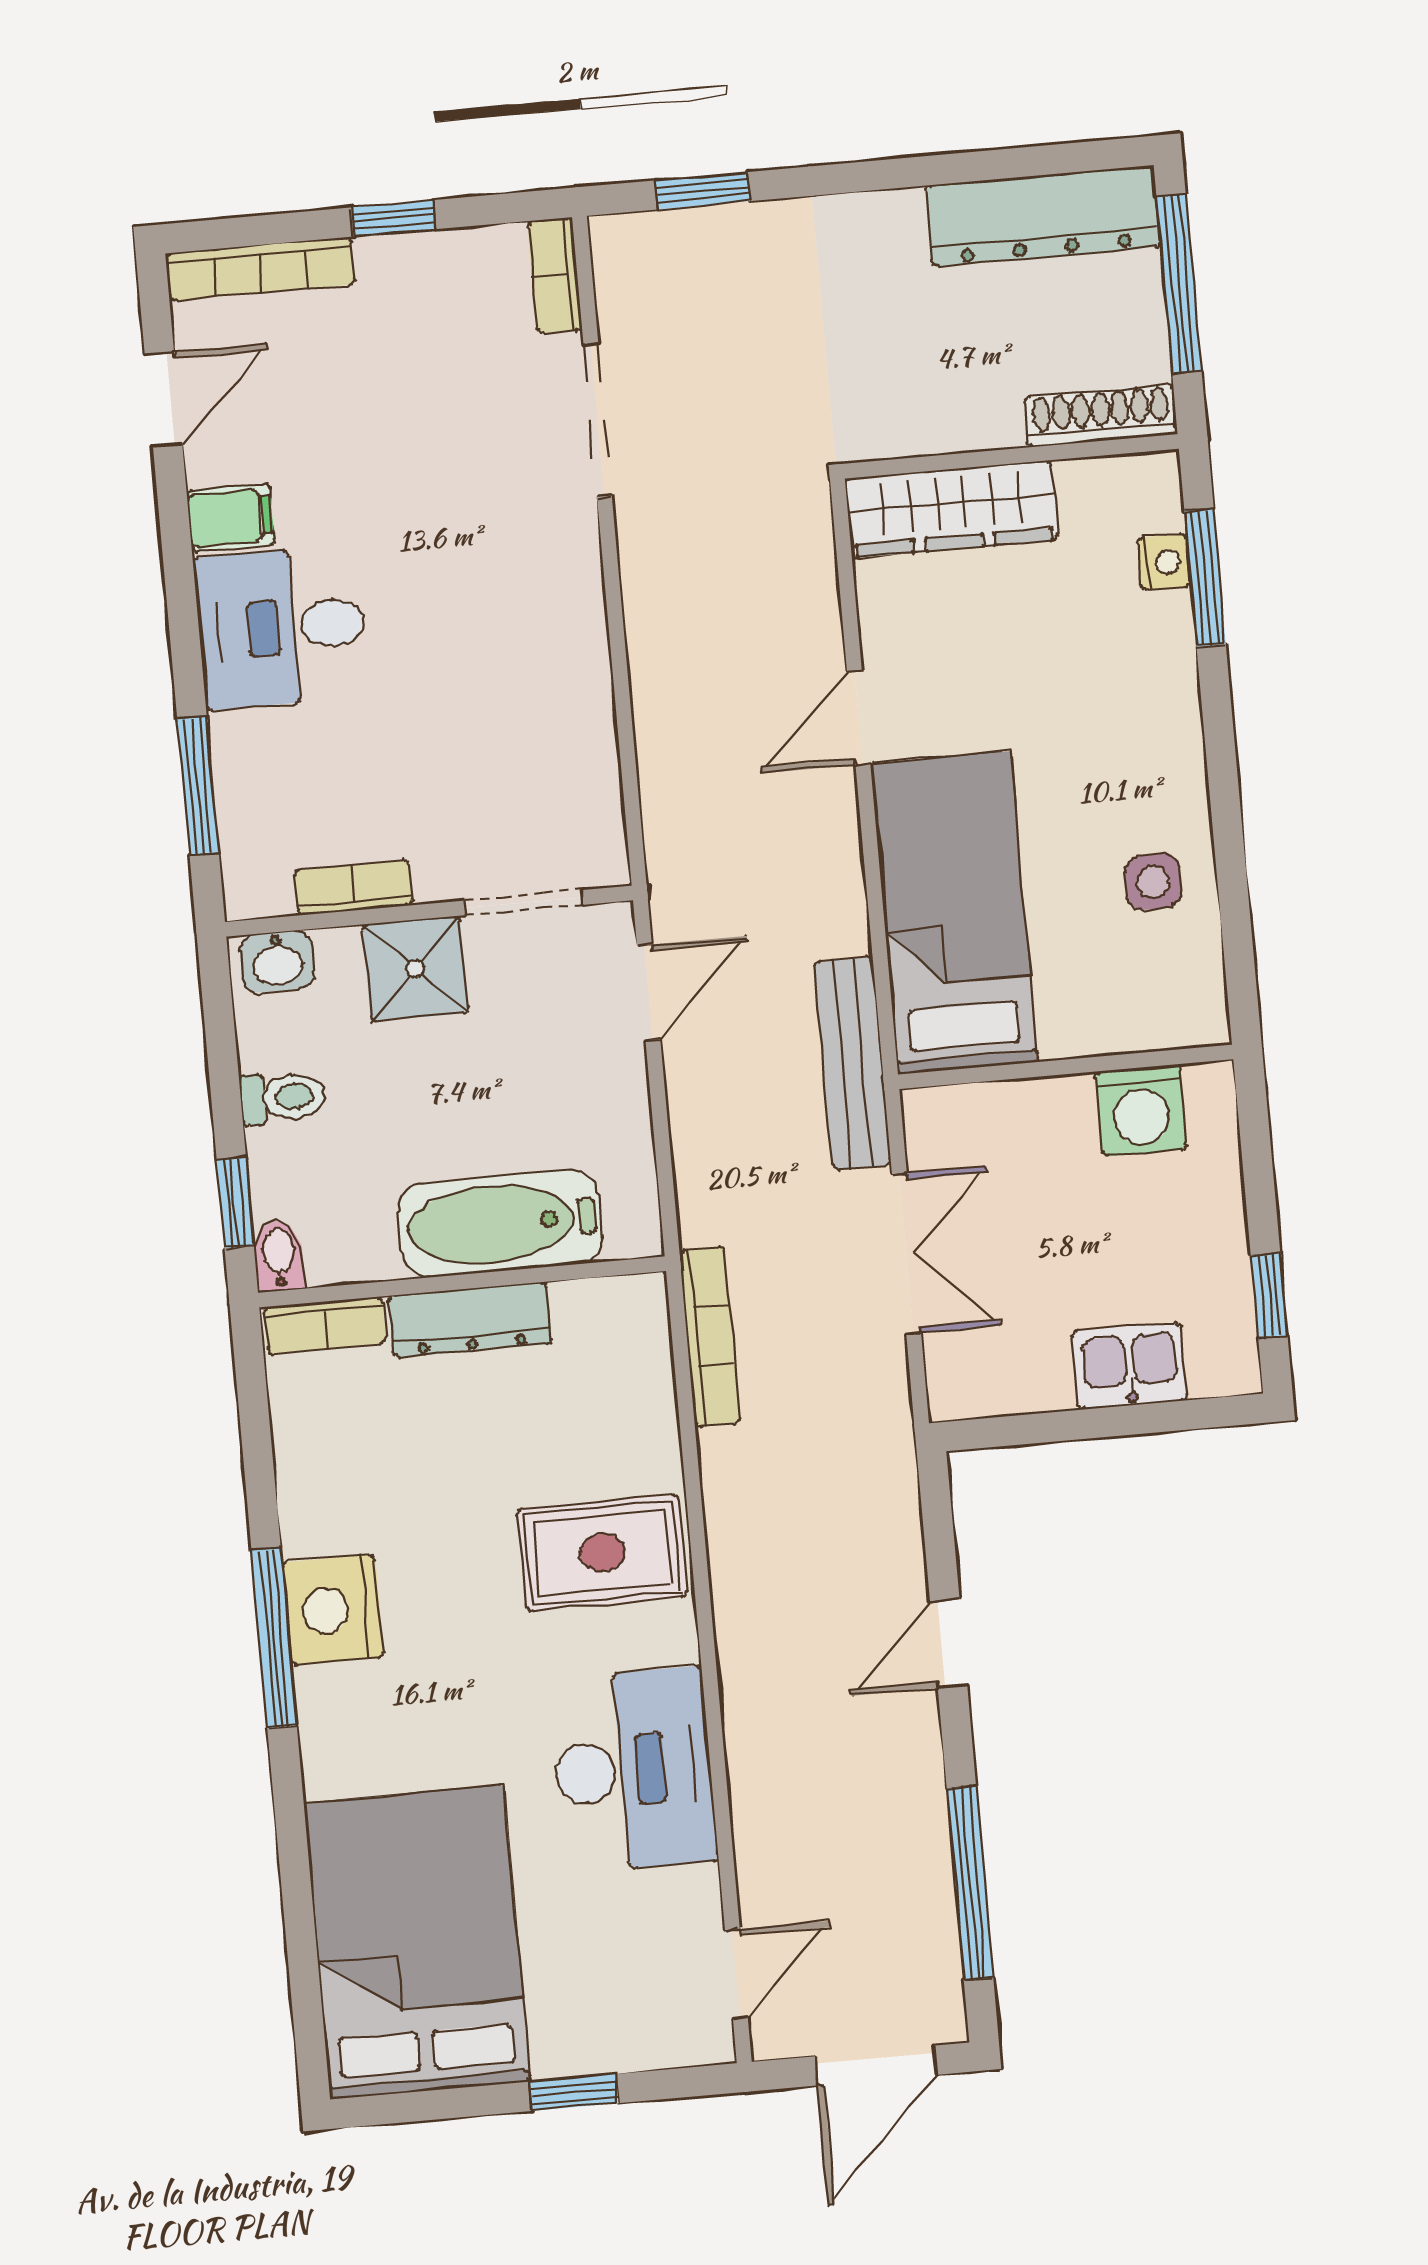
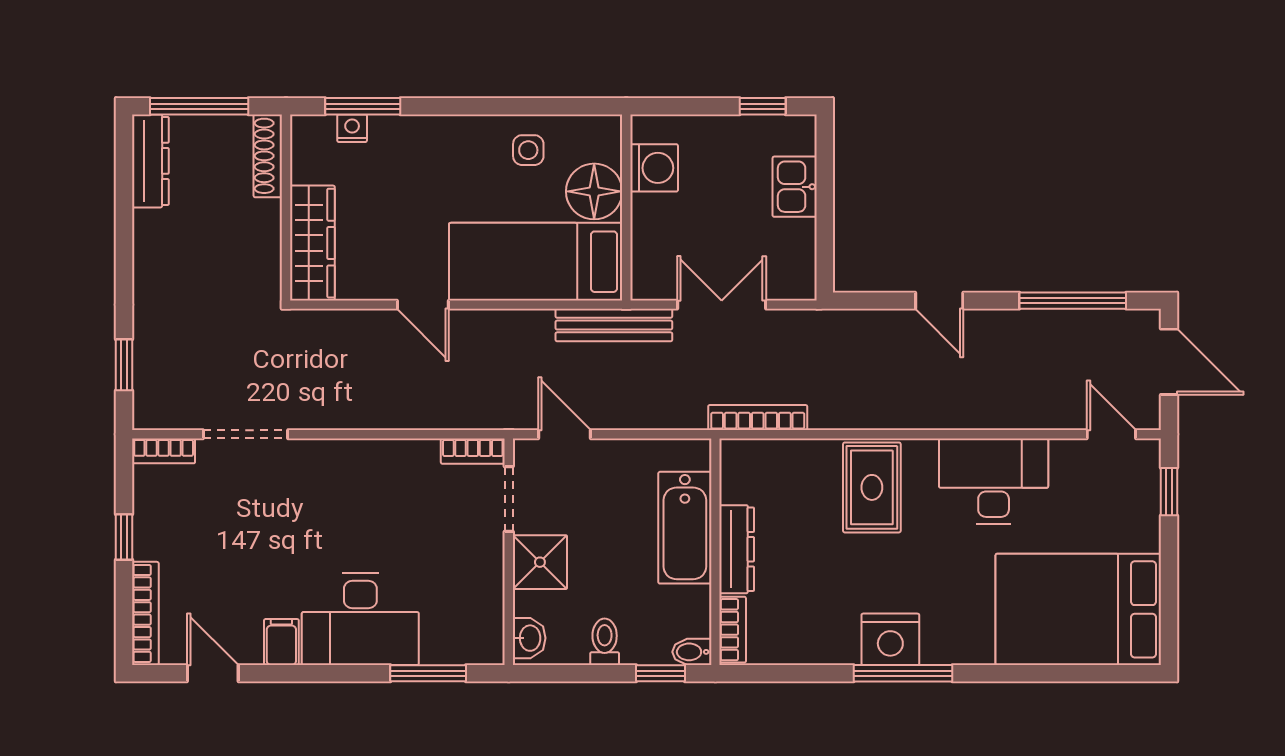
dresser: (1043, 216) -> (150, 161), width x0.73, depth x0.80
desk: (281, 627) -> (360, 619), width x1.37
bookcase: (353, 888) -> (473, 451), moved, turned -90
floor lamp: (1089, 1007) -> (594, 191), added
window: (574, 2092) -> (1169, 492), moved

